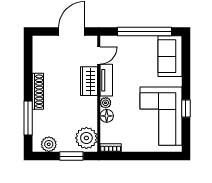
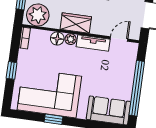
door: (99, 55) -> (119, 39), swing flipped
wardrobe: (89, 81) -> (76, 23), moved
window: (144, 156) -> (12, 70), added

